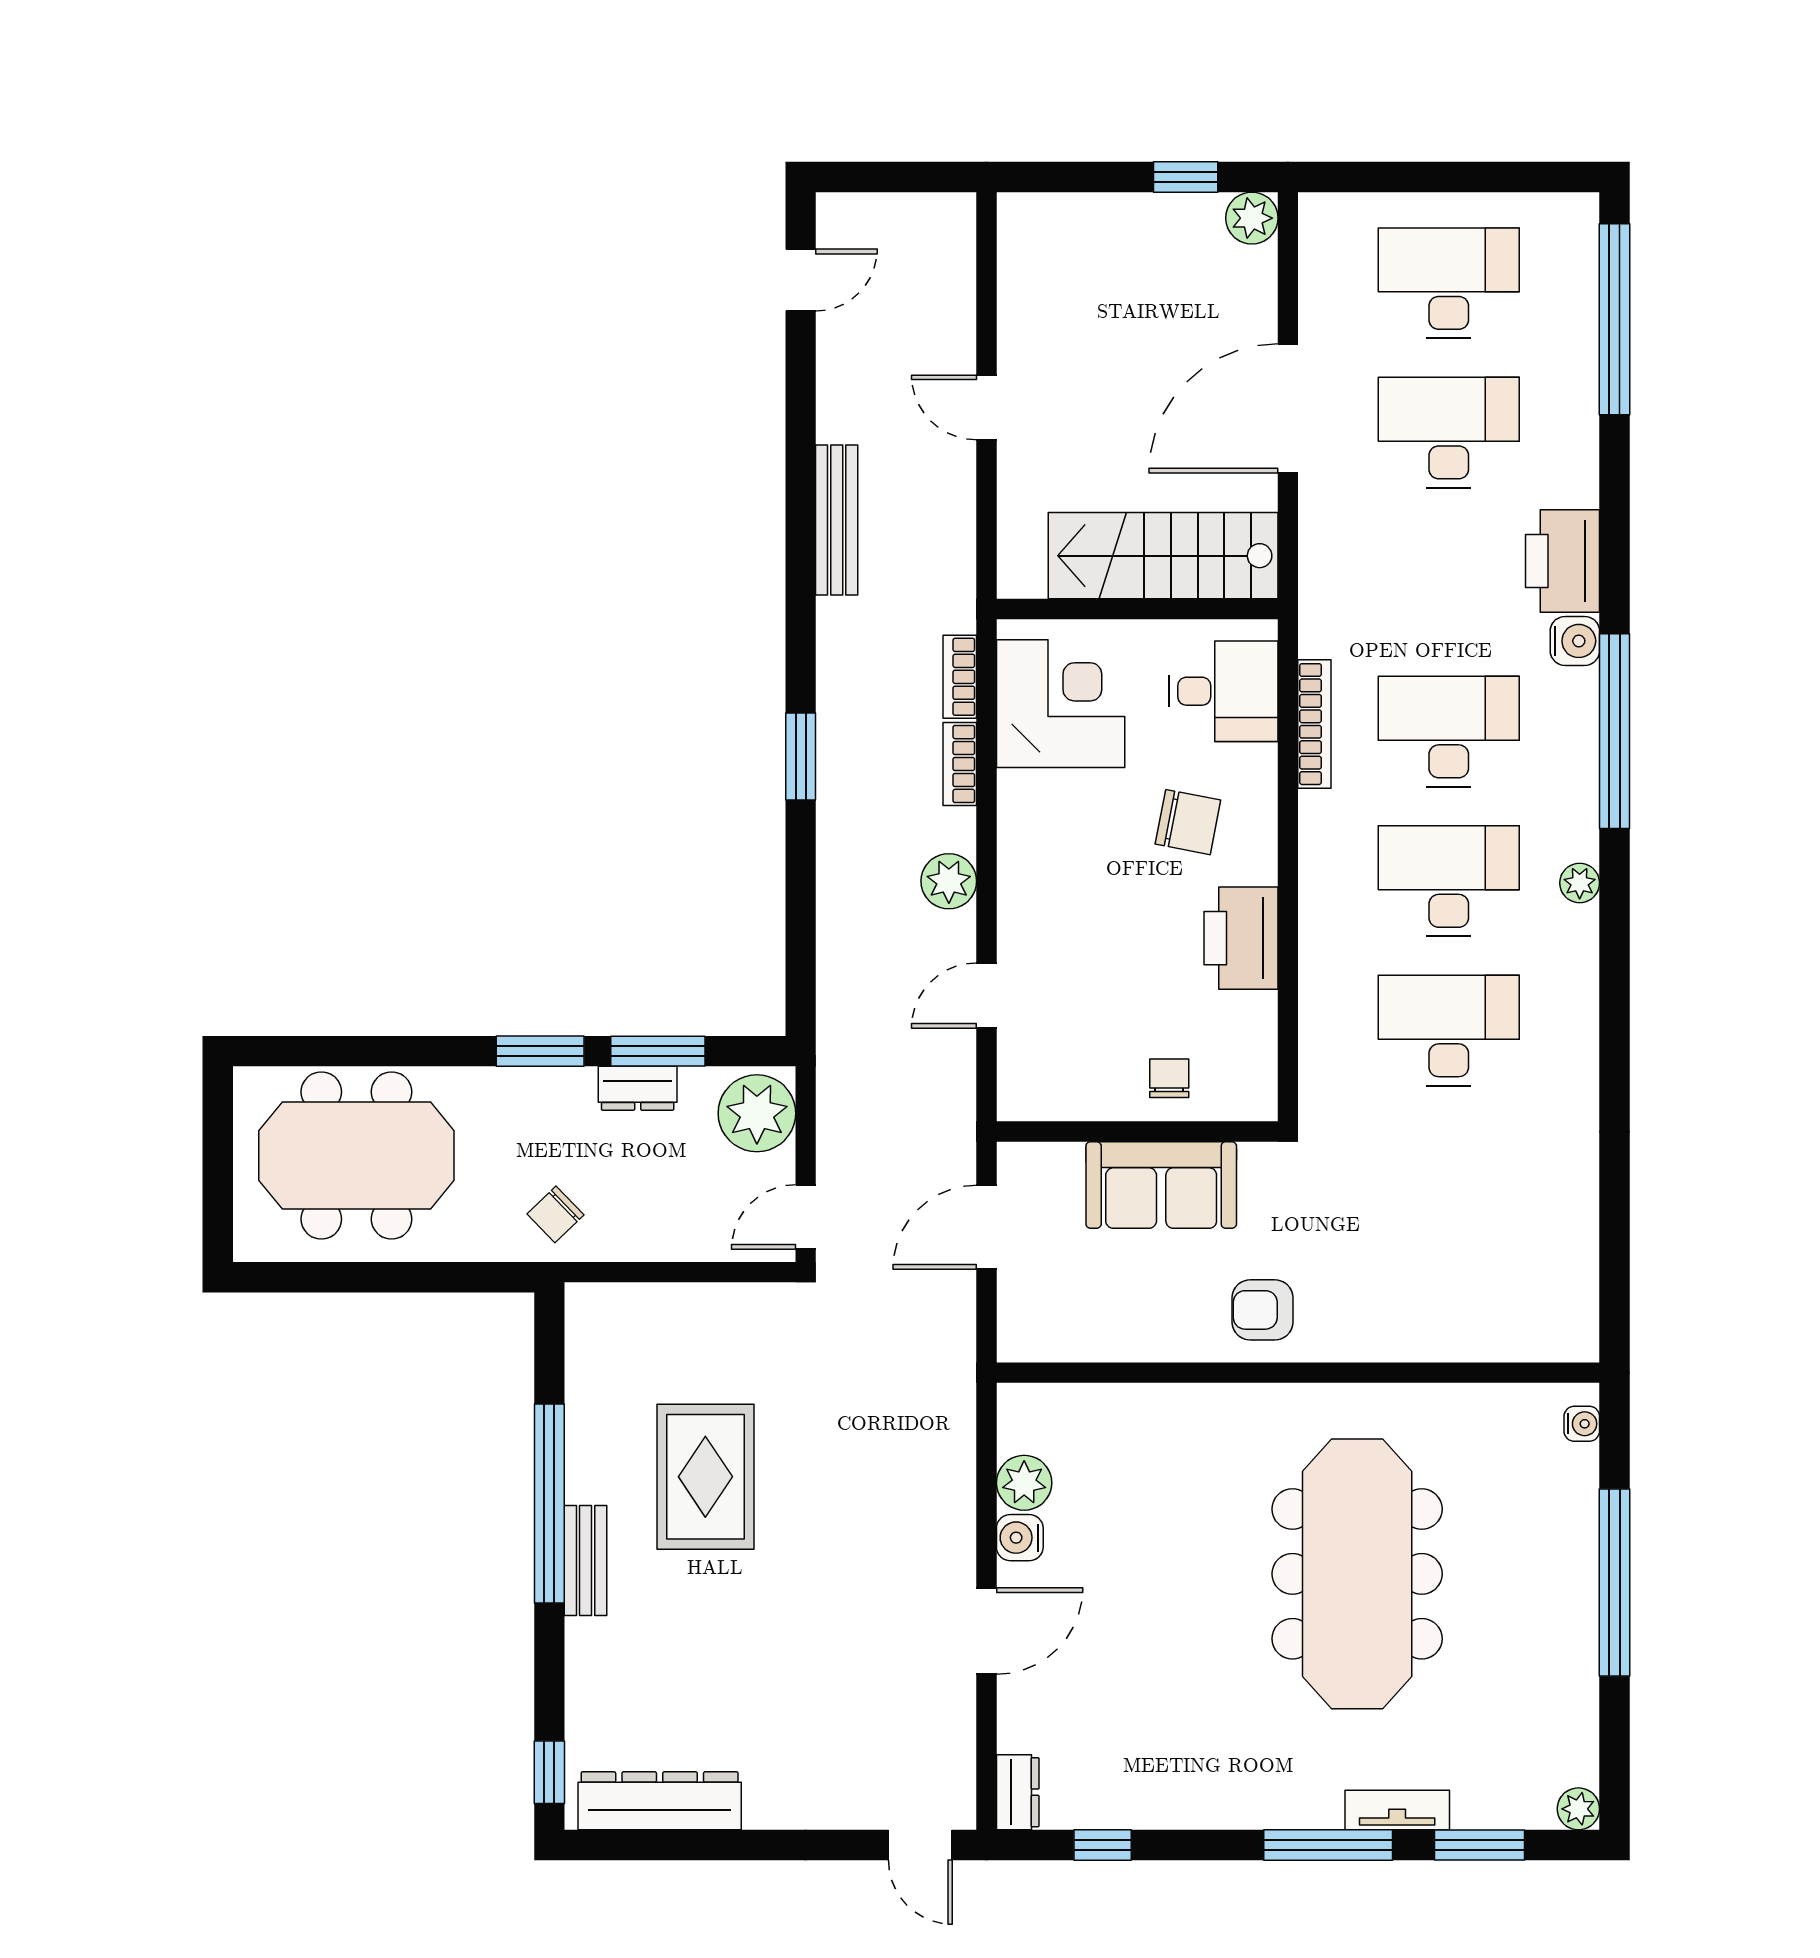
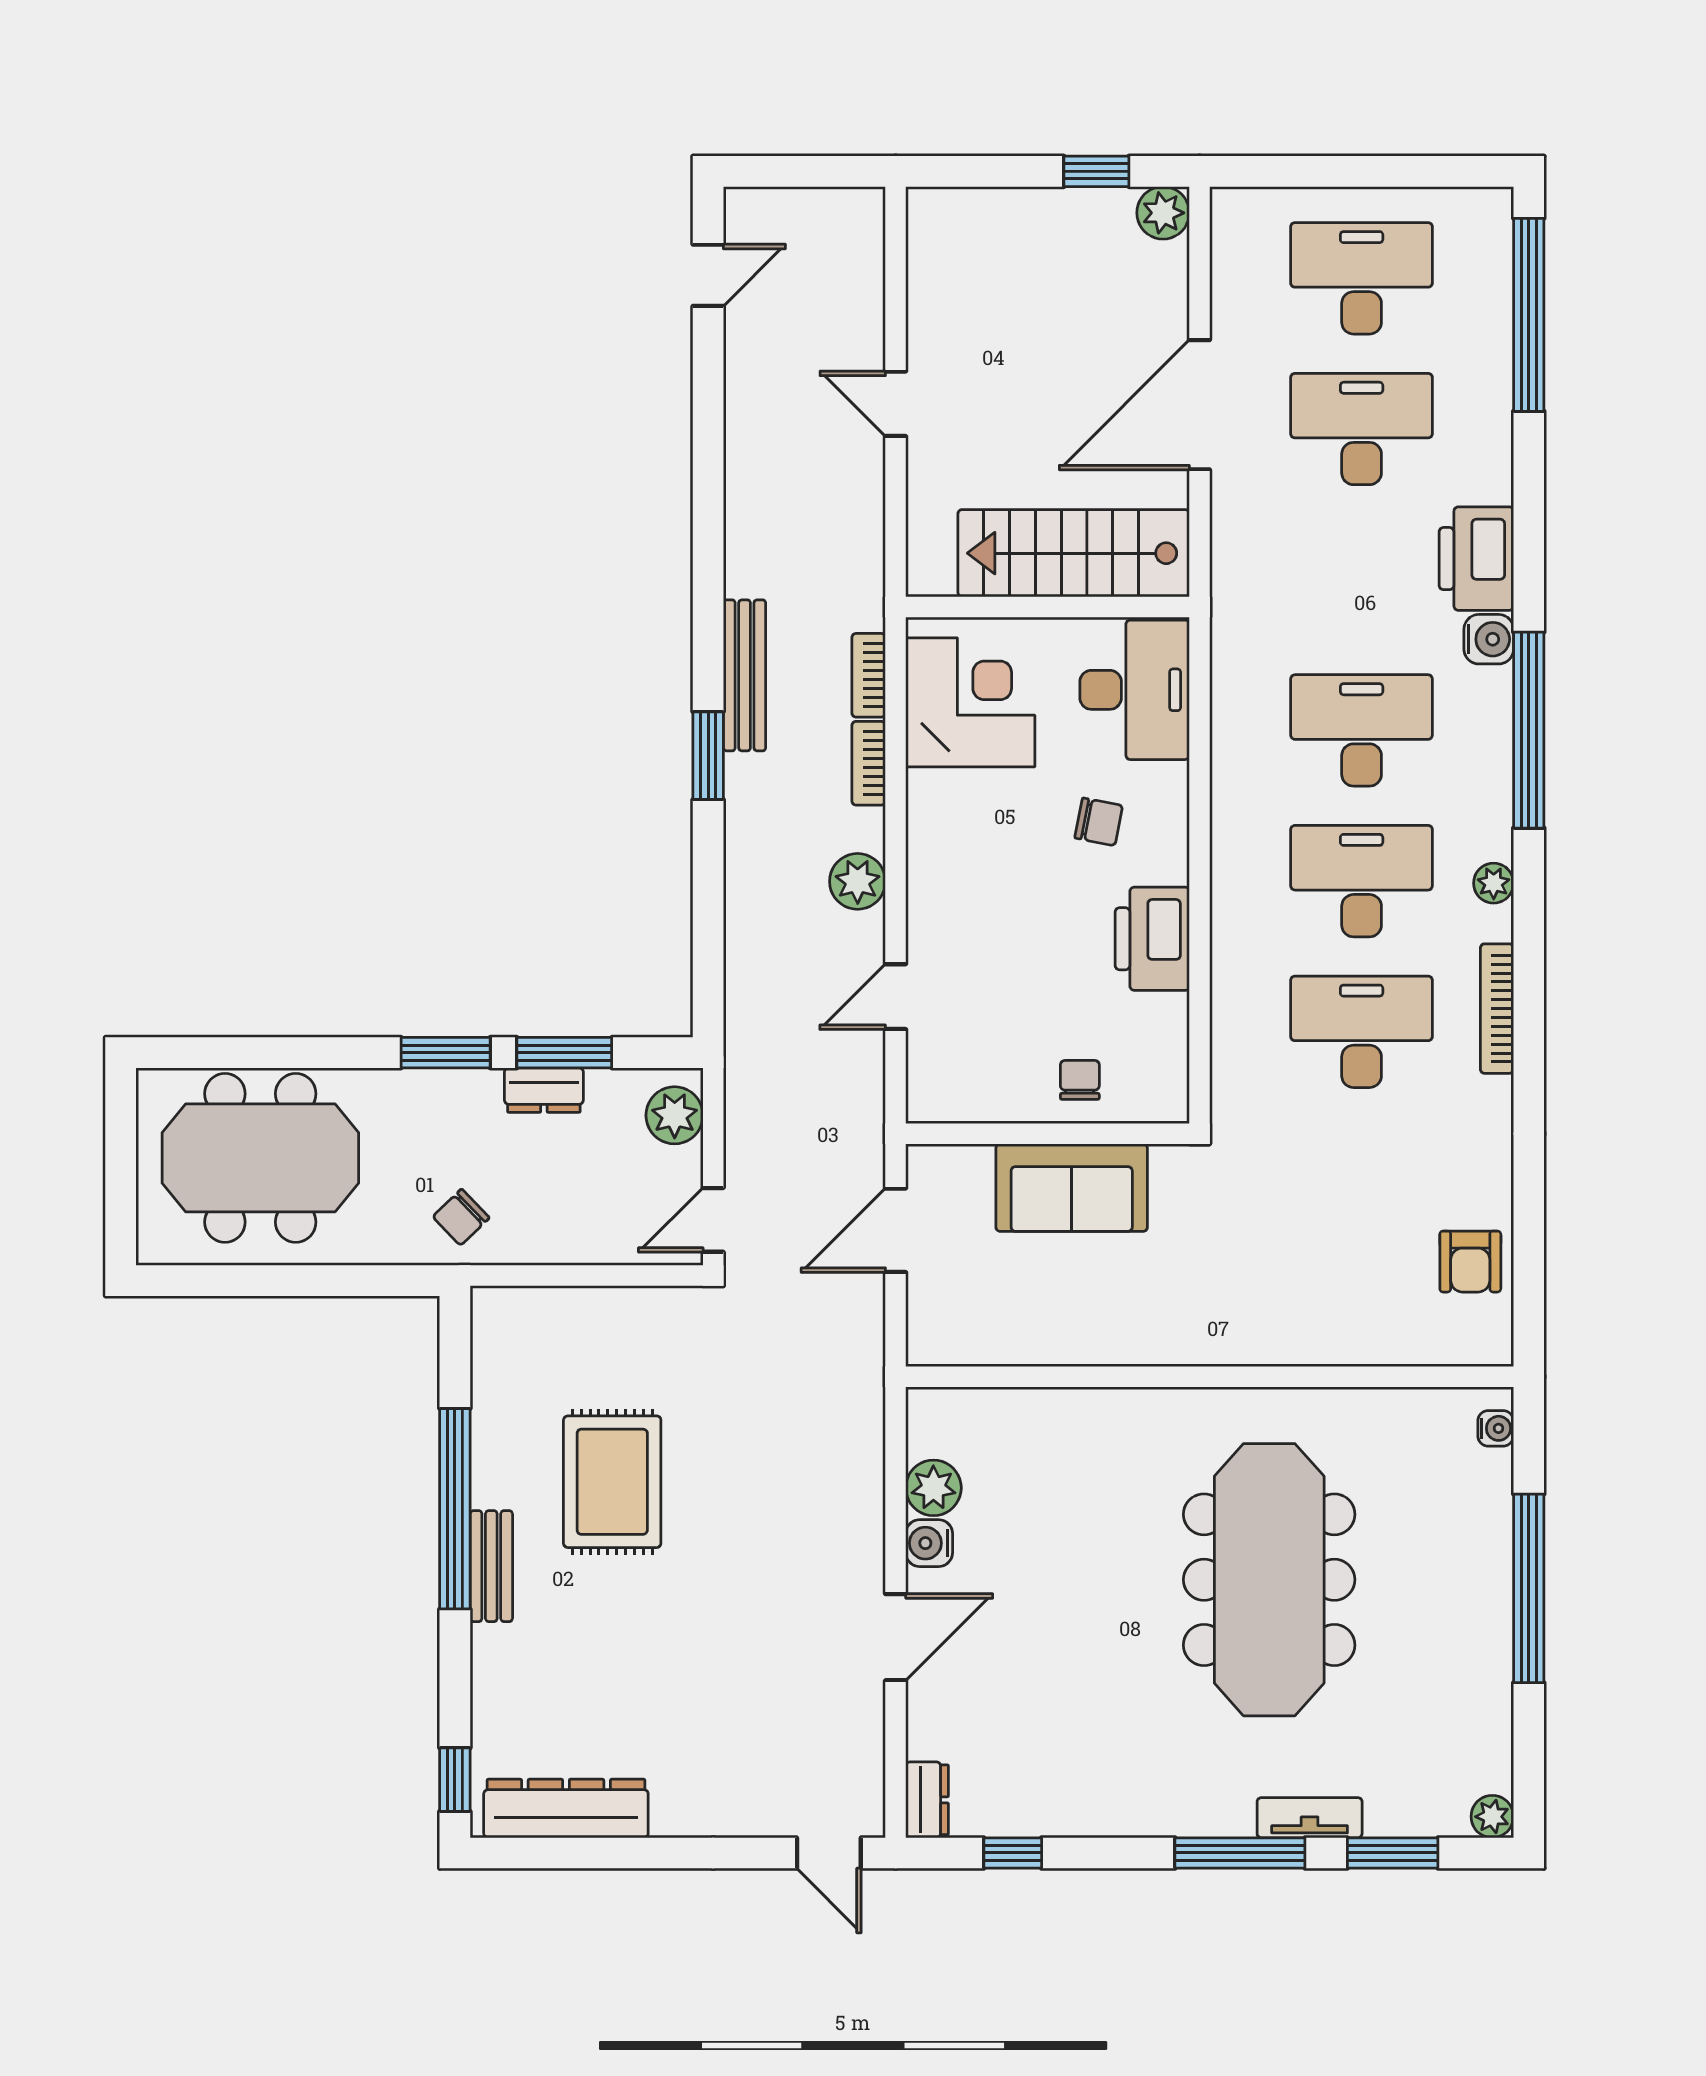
bench: (837, 520) -> (745, 675), moved
desk: (1224, 691) -> (1135, 690), width x1.37
bookcase: (1314, 724) -> (1497, 1009), moved, turned 180
chair: (1188, 822) -> (1099, 822), width x0.73, depth x0.73
plant: (757, 1113) -> (675, 1115), width x0.73, depth x0.73
armchair: (1262, 1310) -> (1470, 1262), moved, turned -90

